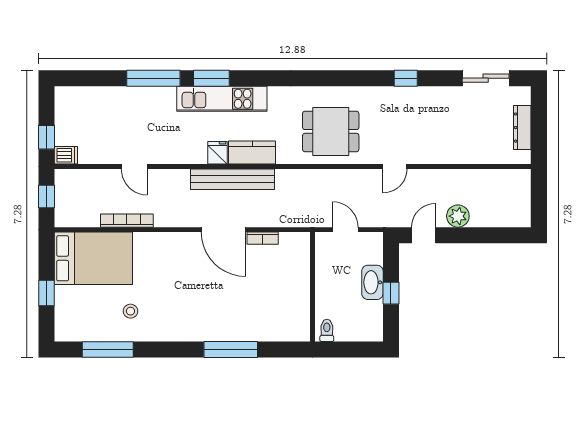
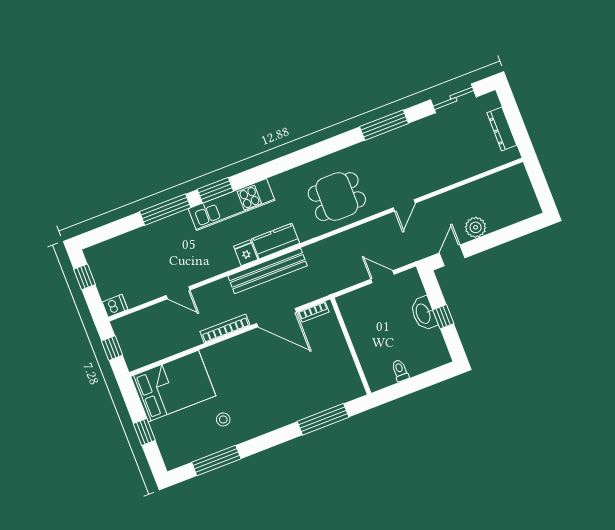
window: (406, 78) -> (384, 125), width x2.17
window: (47, 137) -> (84, 277), moved
bookcase: (127, 221) -> (225, 328), moved
wall: (312, 287) -> (351, 346), moved

